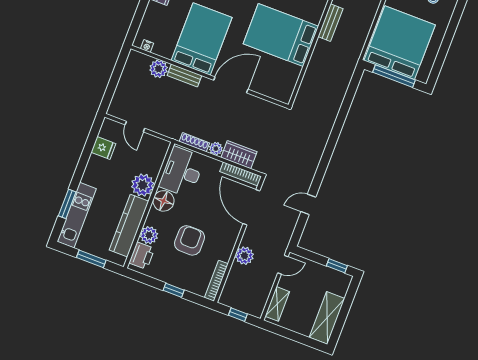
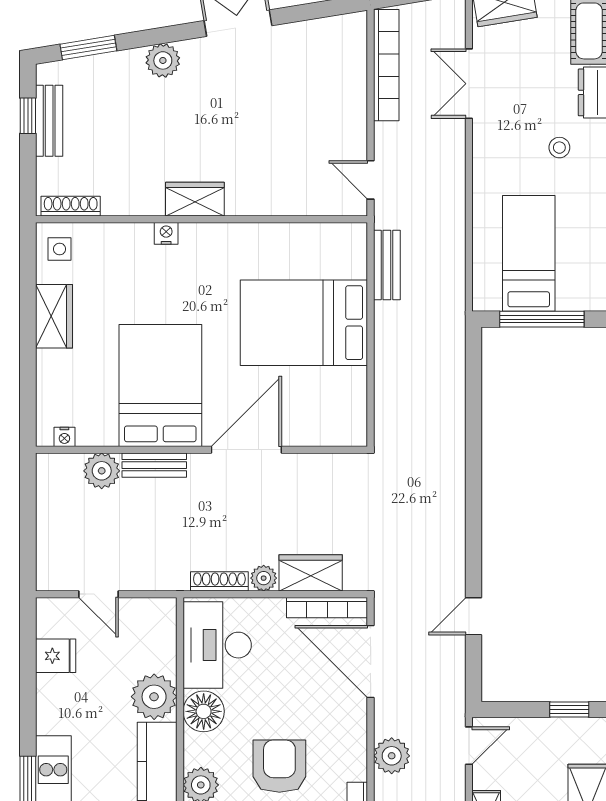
bed: (400, 43) -> (529, 253), width x0.49

